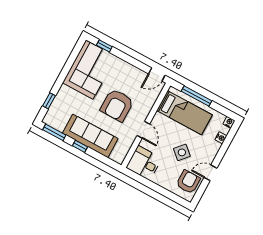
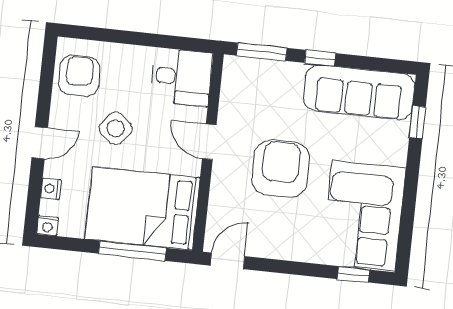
bed: (185, 113) -> (142, 208), width x1.50
window: (54, 132) -> (262, 52), moved
sofa: (90, 136) -> (359, 92), moved
door: (210, 173) -> (40, 143), moved
armchair: (188, 182) -> (79, 76), turned 180

